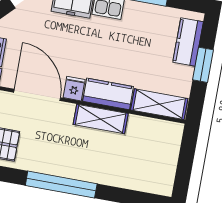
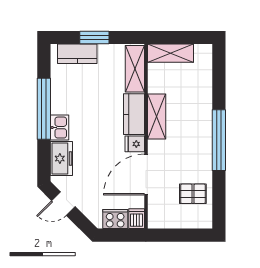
shelving: (170, 148) -> (170, 53), added

